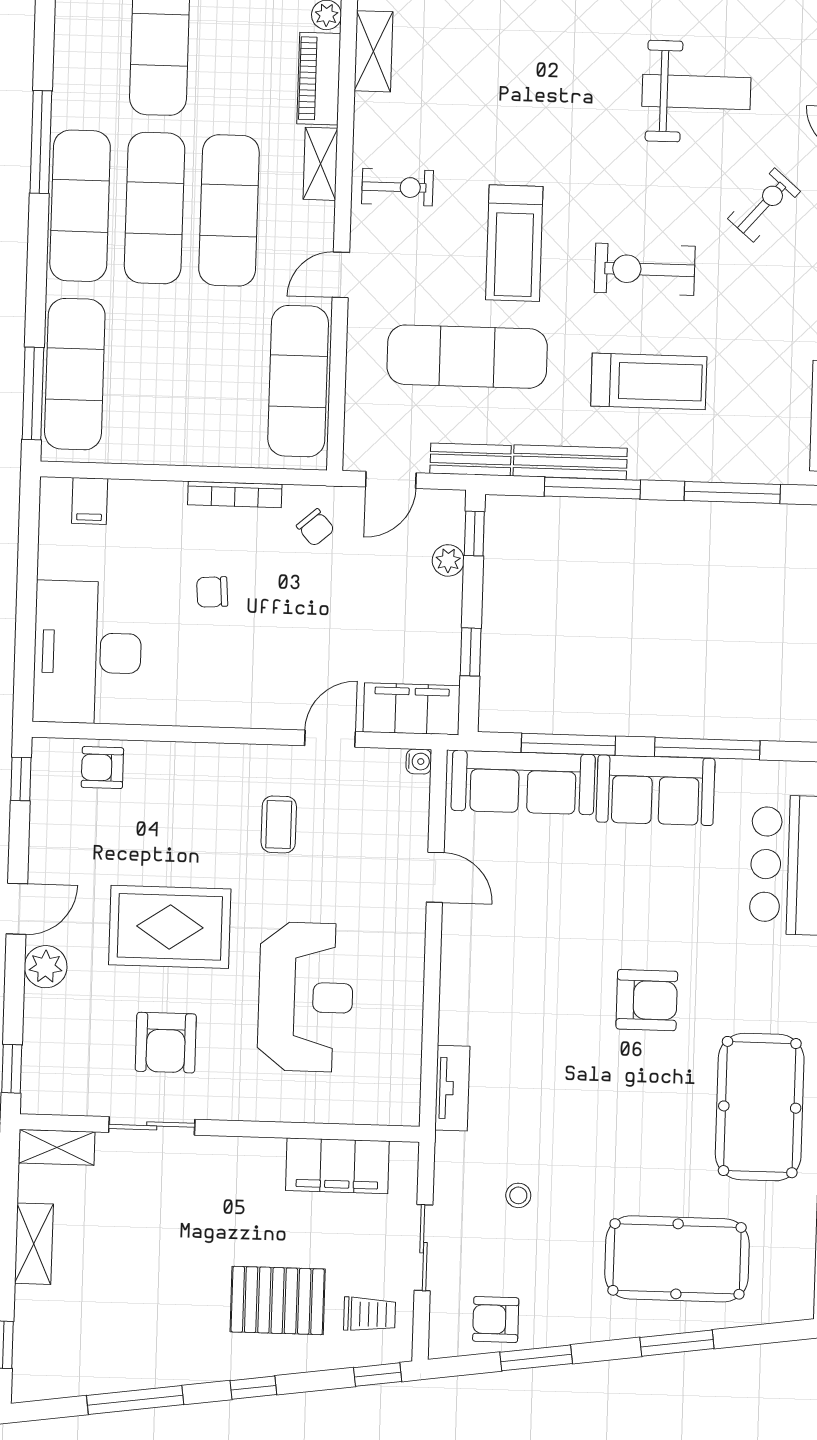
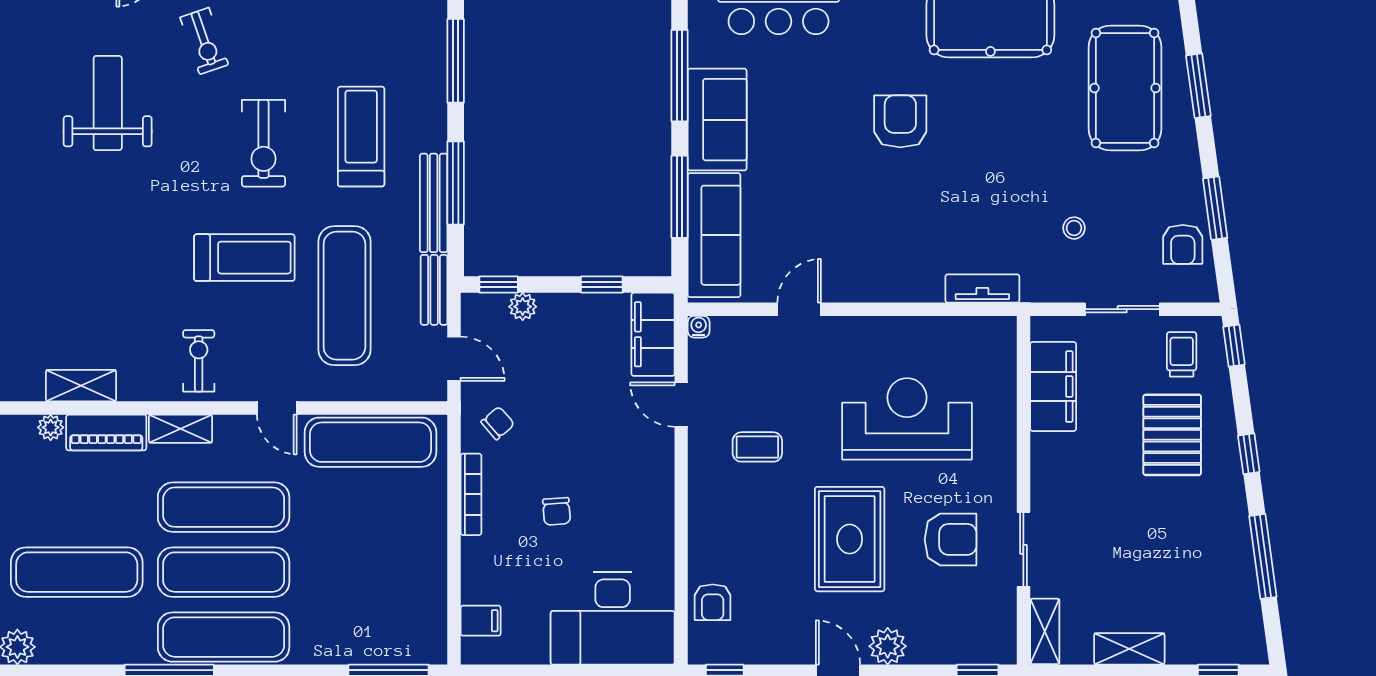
exercise bike: (764, 205) -> (204, 41), turned -150
exercise mat: (75, 374) -> (370, 637), removed

